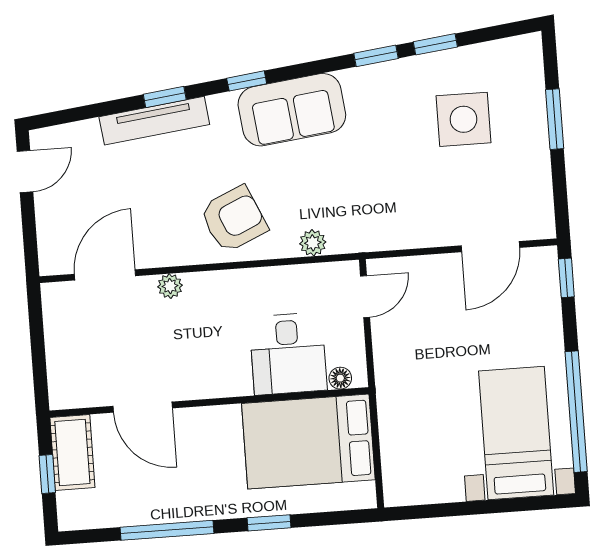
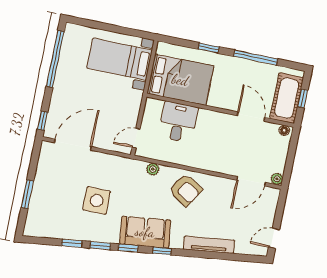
window: (165, 97) -> (128, 248), moved
side table: (463, 119) -> (97, 200), moved
armchair: (234, 219) -> (186, 190), turned -124
door: (490, 247) -> (73, 145), width x1.36
plant: (170, 286) -> (277, 179), moved
floor lamp: (340, 378) -> (284, 130), moved
bed with nightstands: (516, 433) -> (120, 59), moved, turned 90
cot: (72, 453) -> (287, 98), width x1.37, depth x1.34

